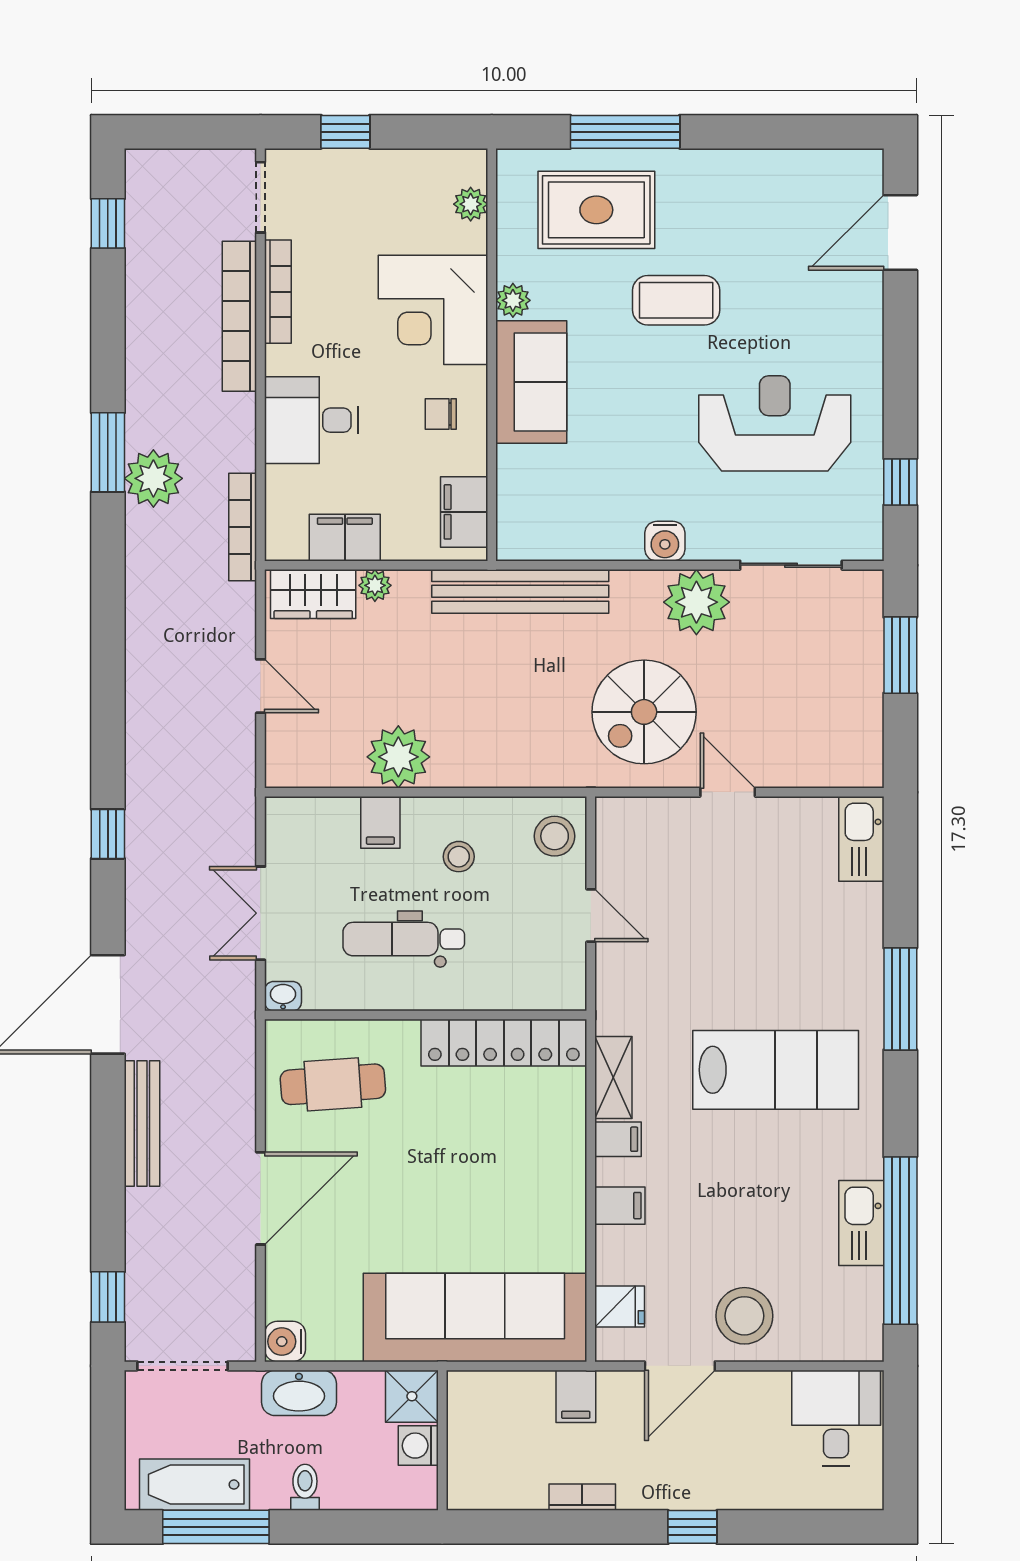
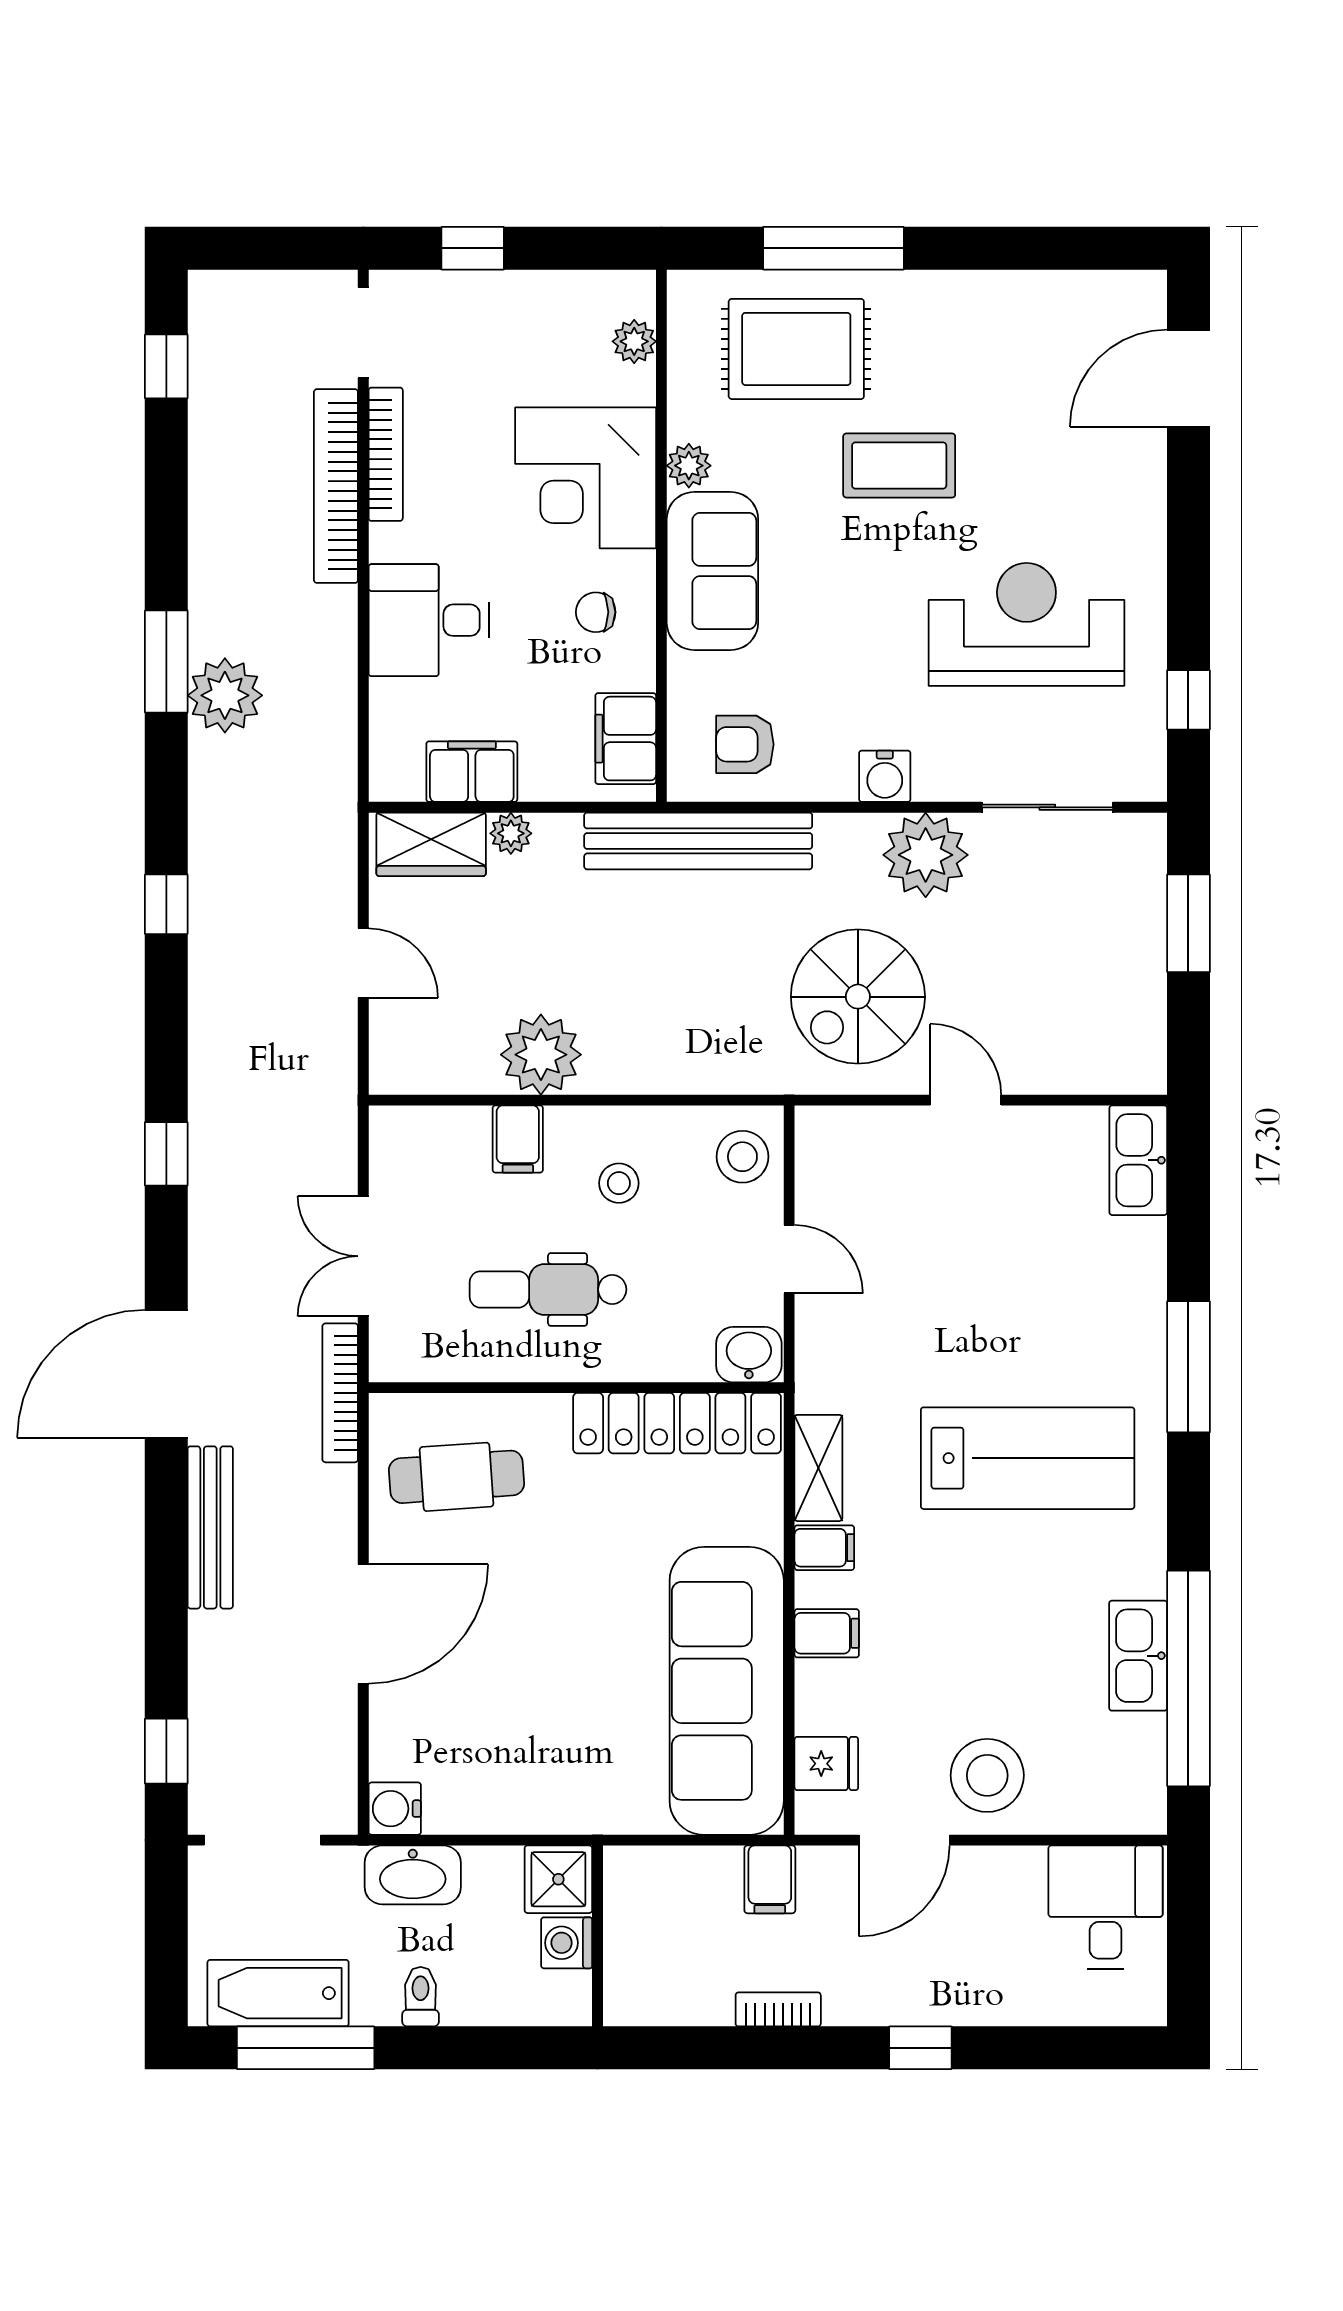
armchair: (556, 516) -> (745, 744), added
bookcase: (243, 527) -> (340, 1393), moved
window: (108, 640) -> (166, 904), added
washbasin: (283, 996) -> (749, 1355), moved, width x1.38, depth x1.45
sofa: (475, 1317) -> (727, 1691), moved, turned -90

